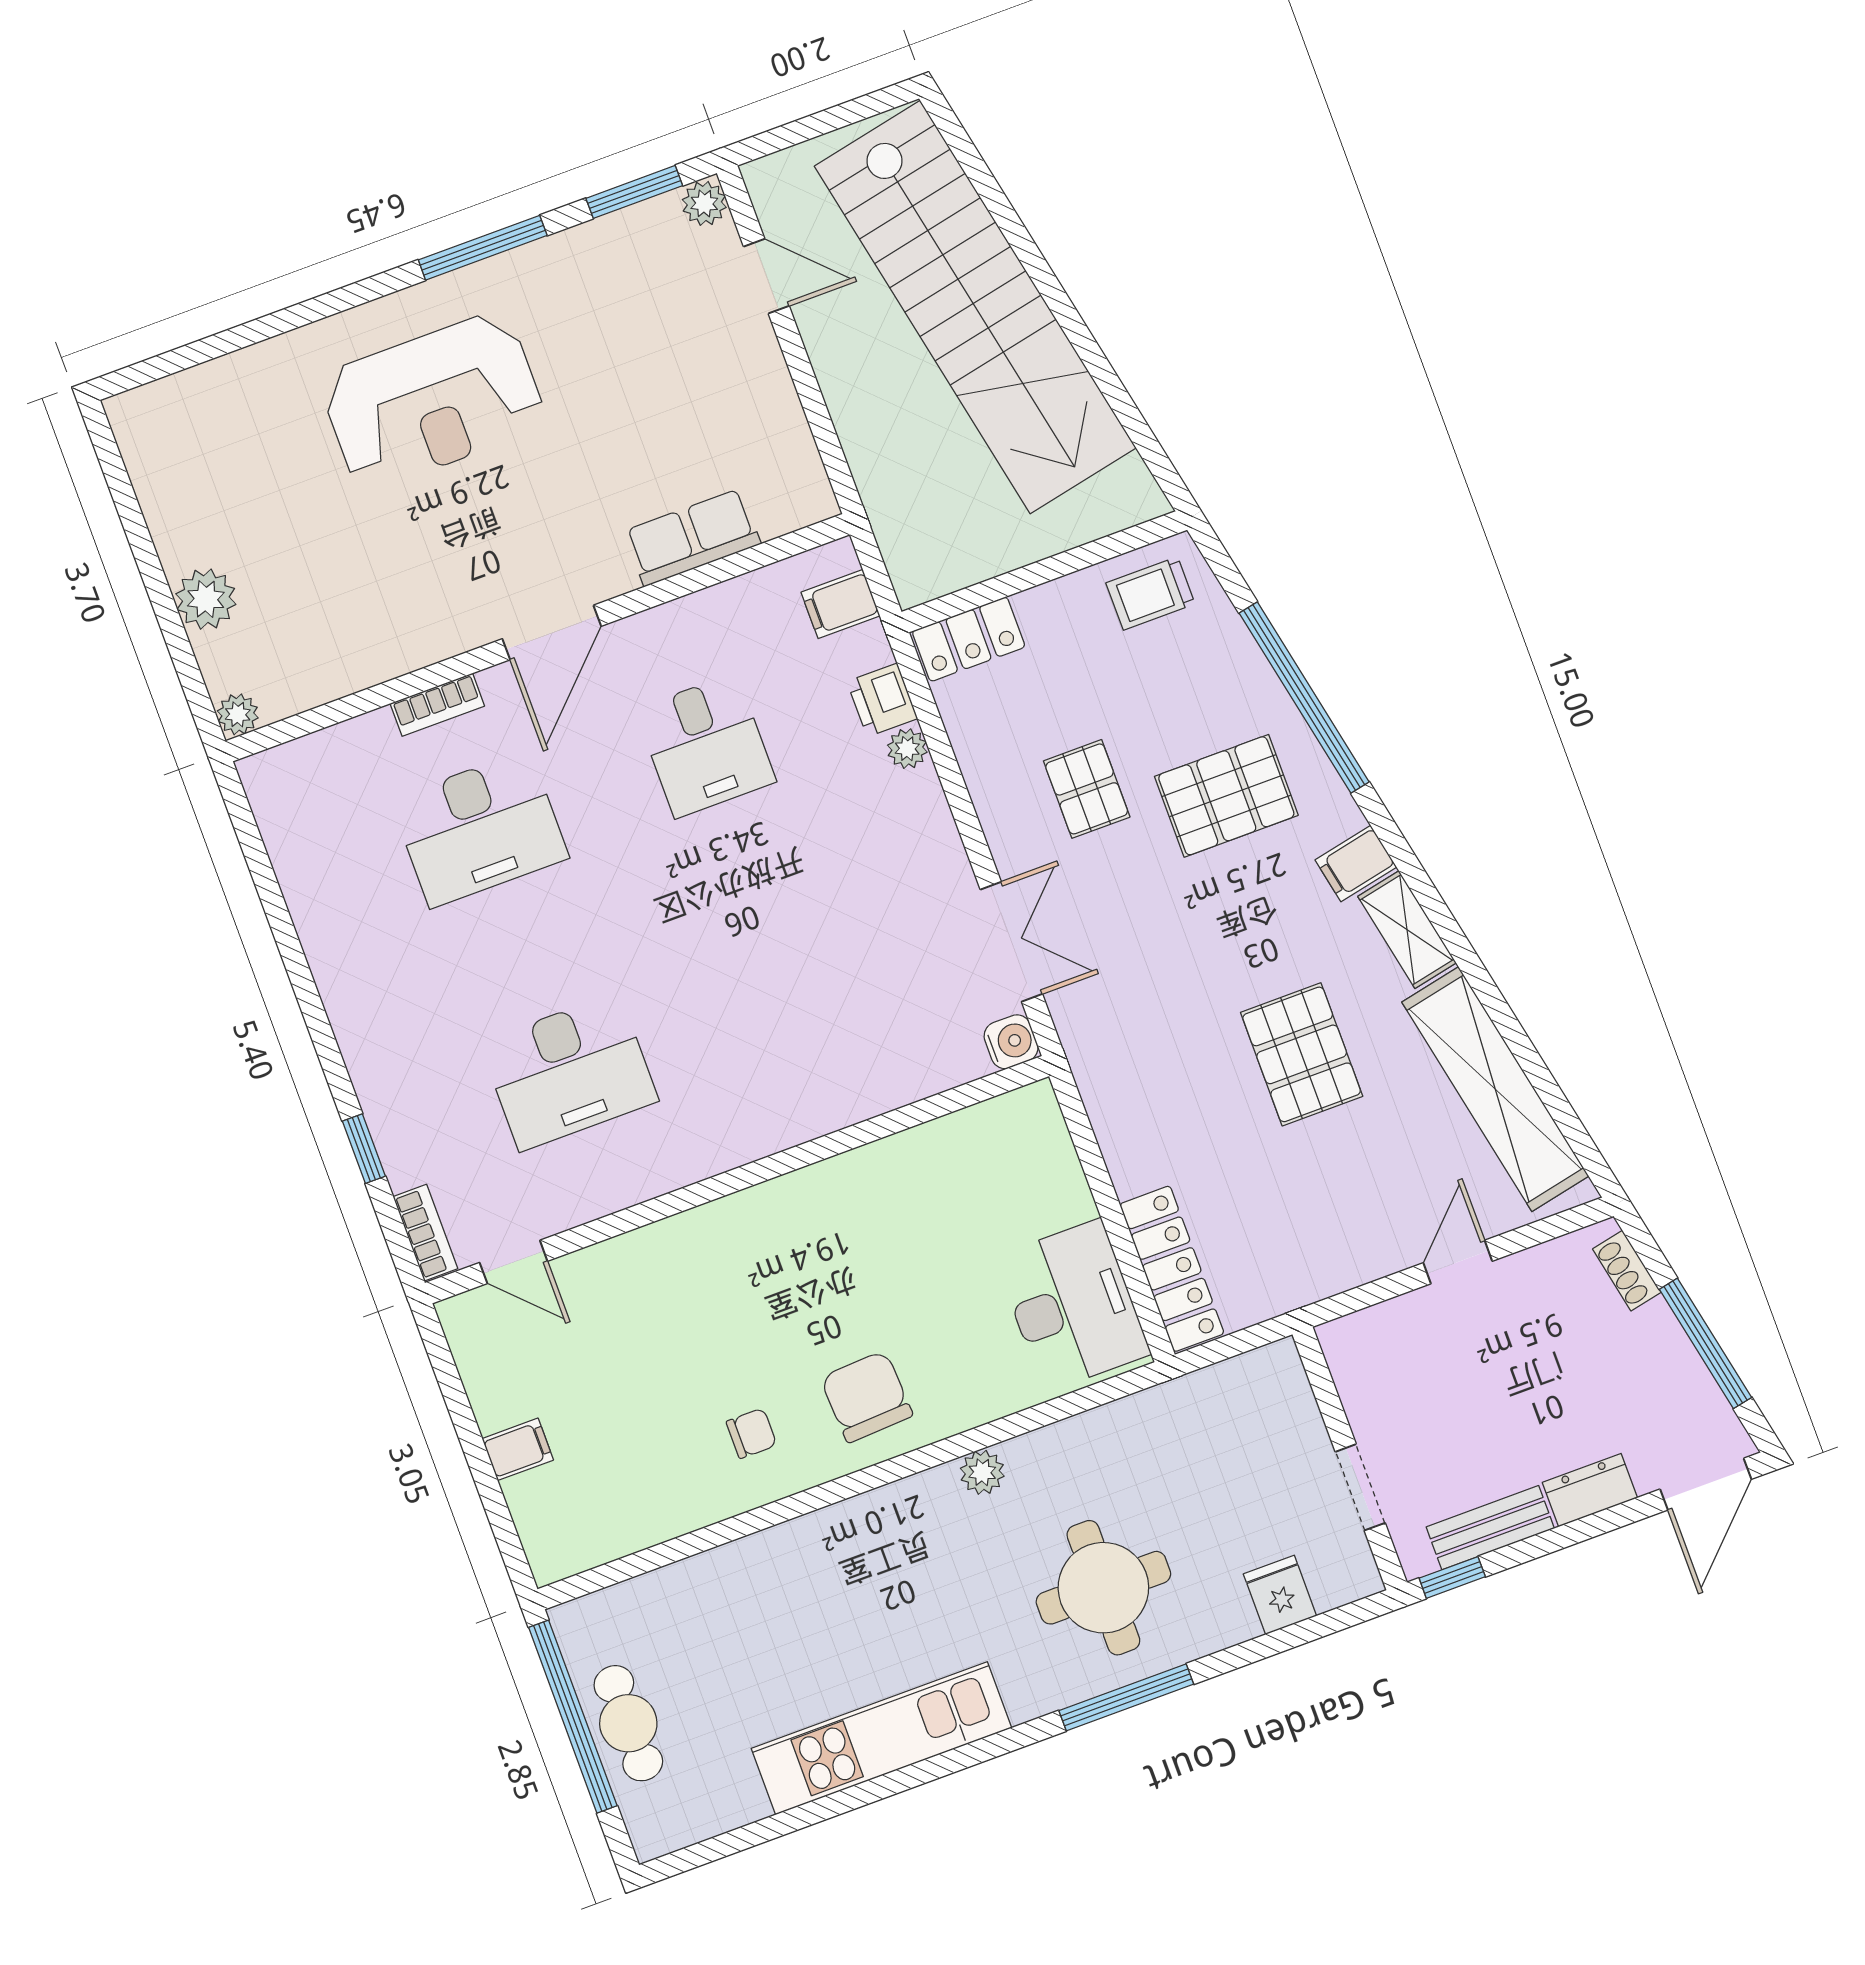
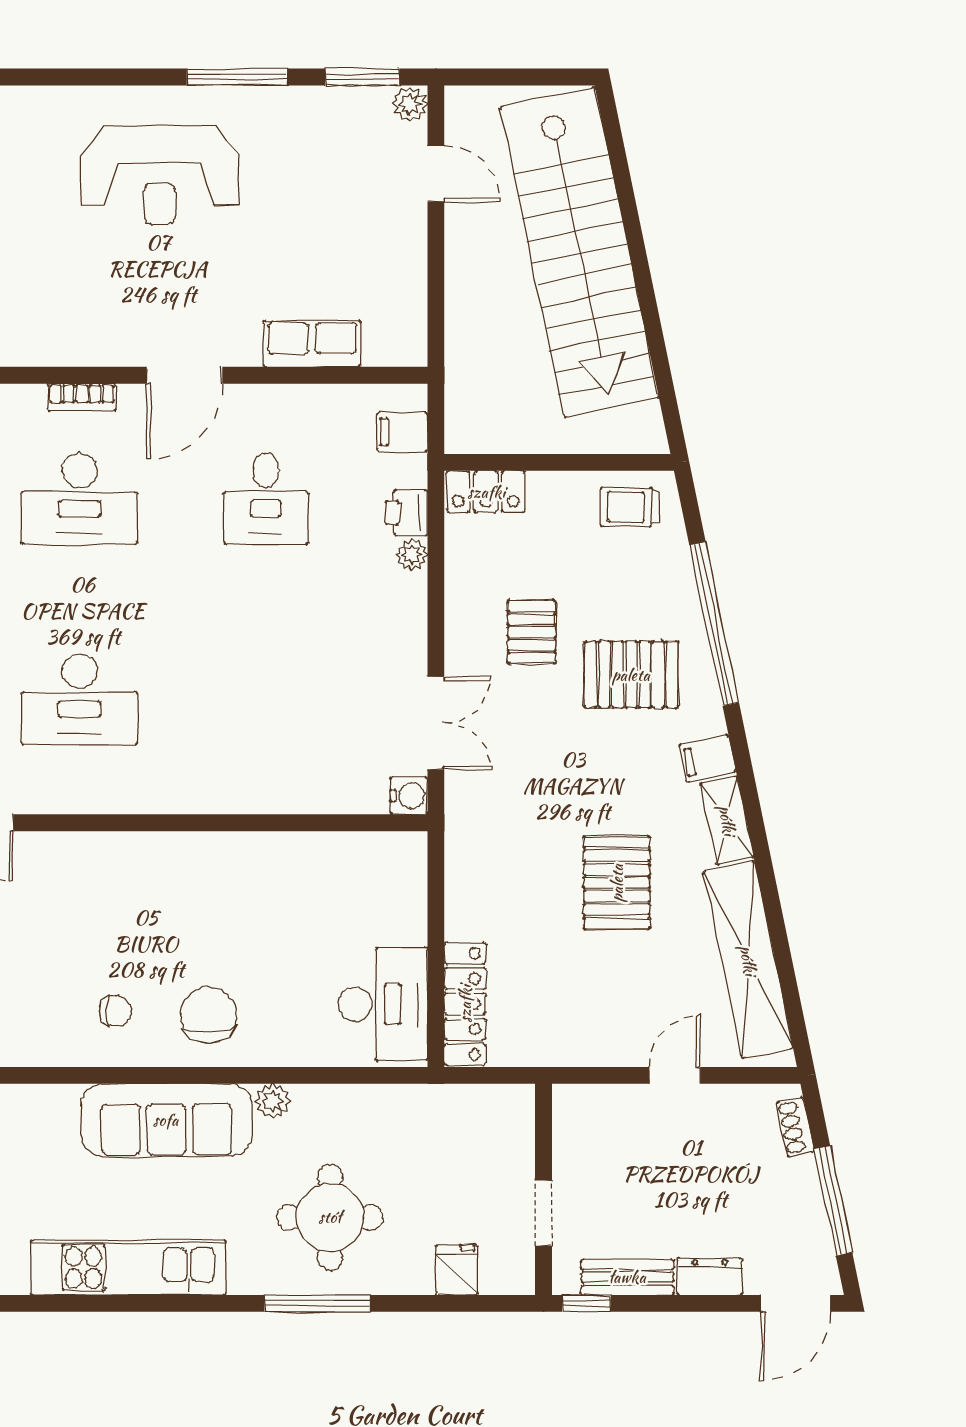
sofa: (862, 1543) -> (166, 1120), added

